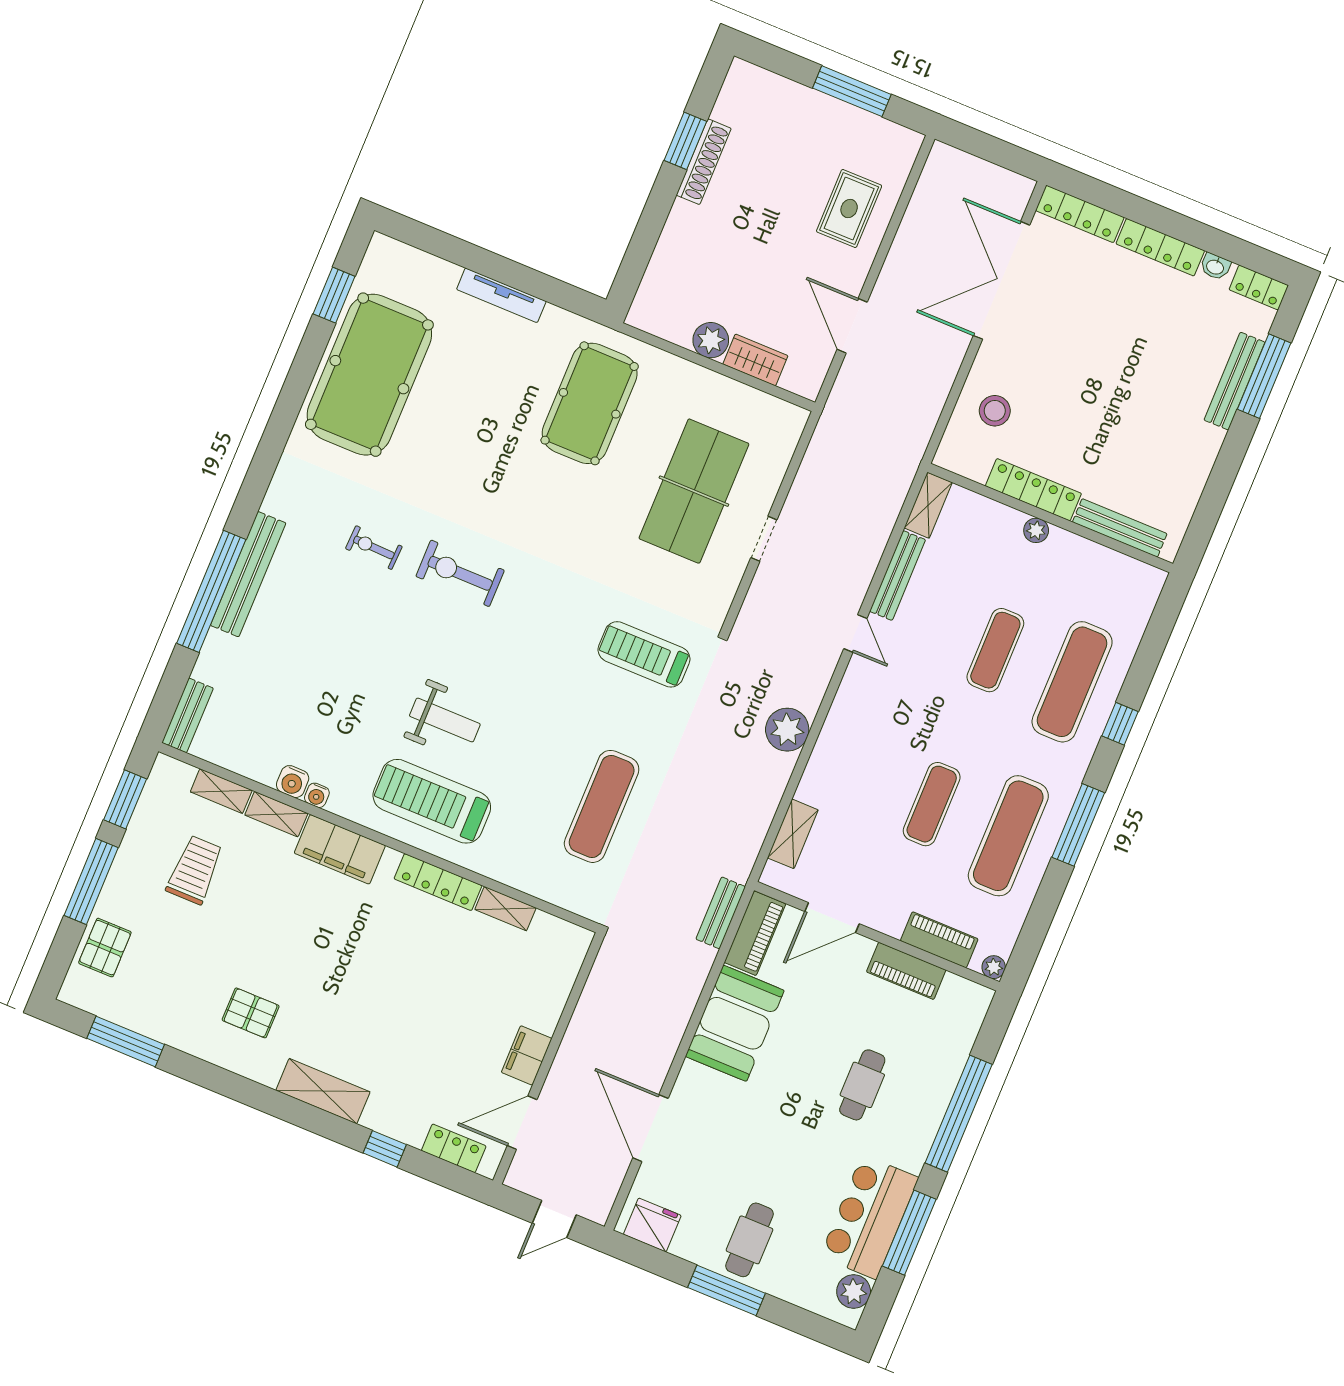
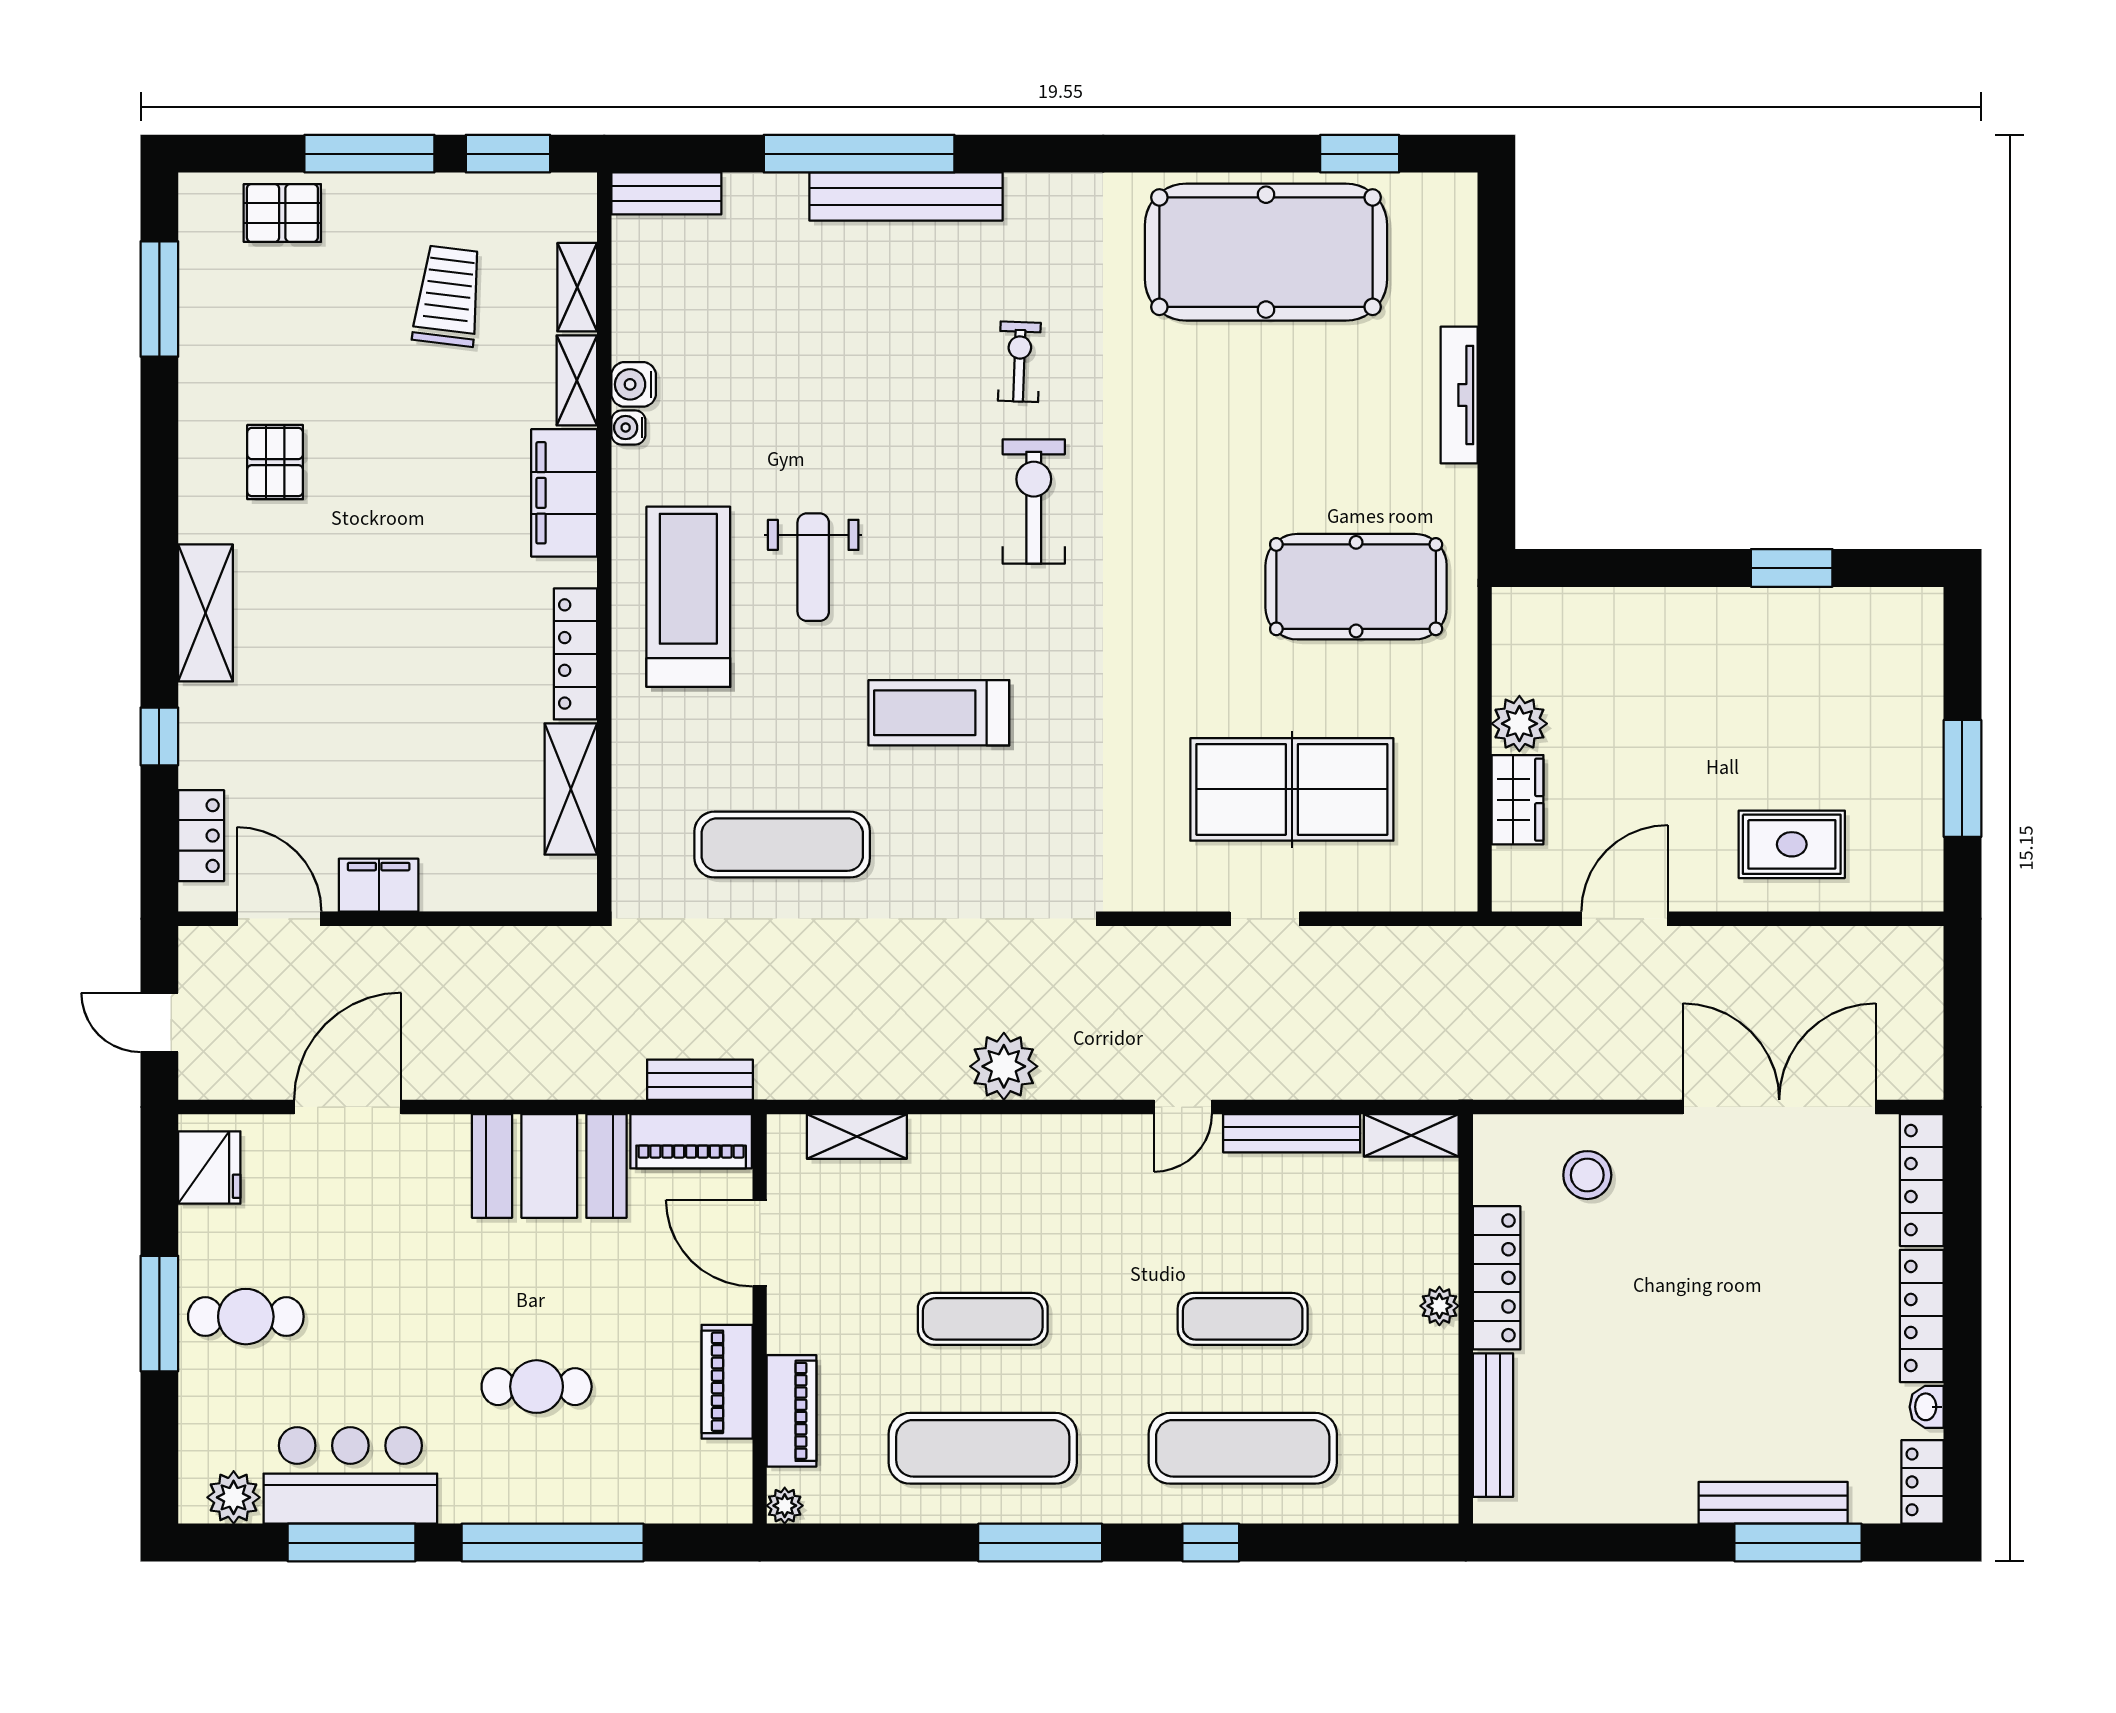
shoe rack: (704, 162) -> (1772, 607), removed
treadmill: (644, 654) -> (939, 713), moved, turned -90
trolley: (195, 870) -> (448, 296), turned -83
shelving: (505, 909) -> (571, 789), width x1.50, depth x1.33

